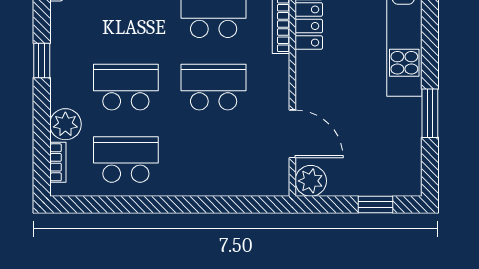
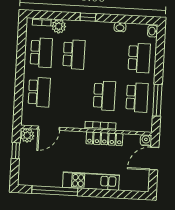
school desk: (214, 87) -> (39, 92), moved
window: (430, 113) -> (55, 191), width x2.11
window: (375, 205) -> (16, 151), moved

